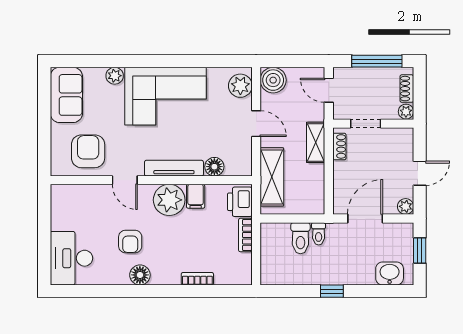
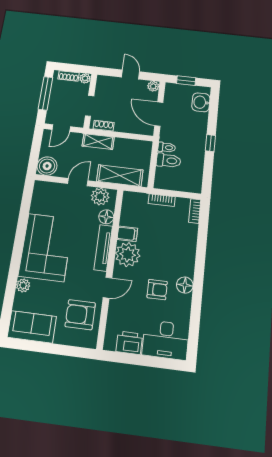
plant: (240, 86) -> (100, 196), moved
printer: (240, 202) -> (129, 343), moved, turned 180
bookcase: (197, 279) -> (195, 211), moved

